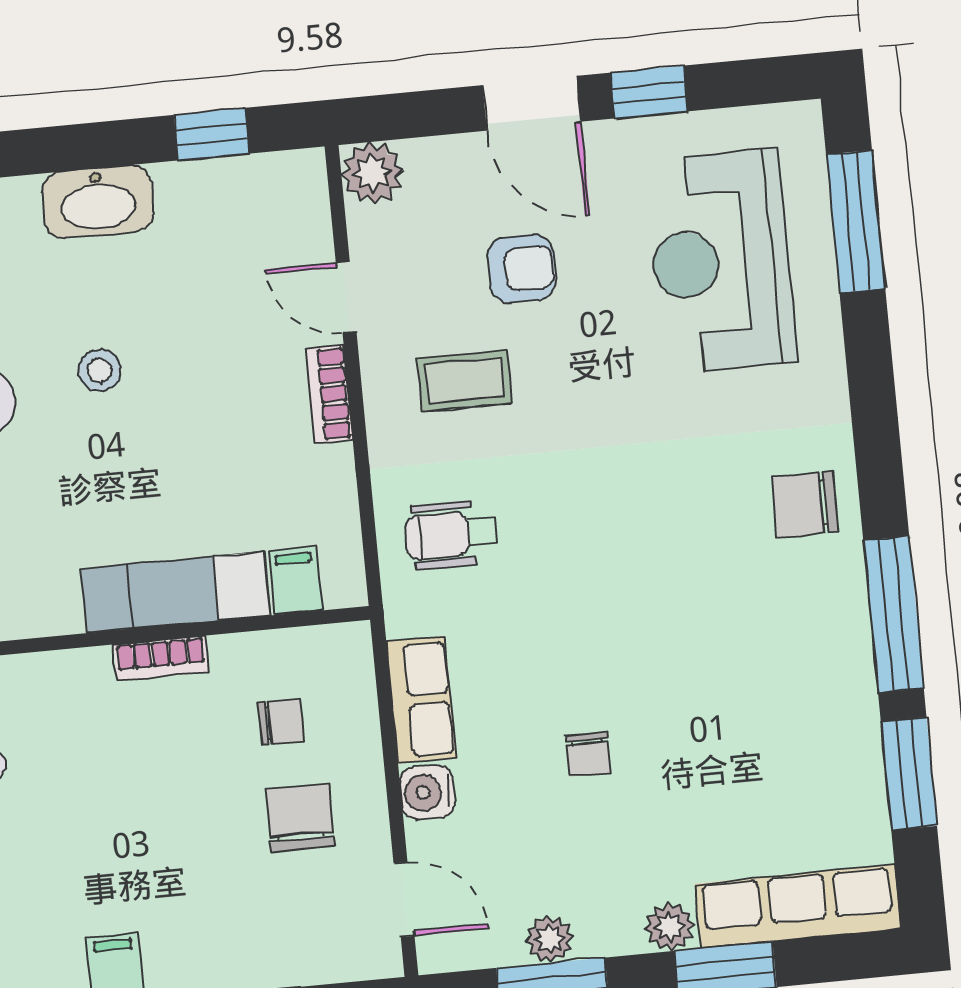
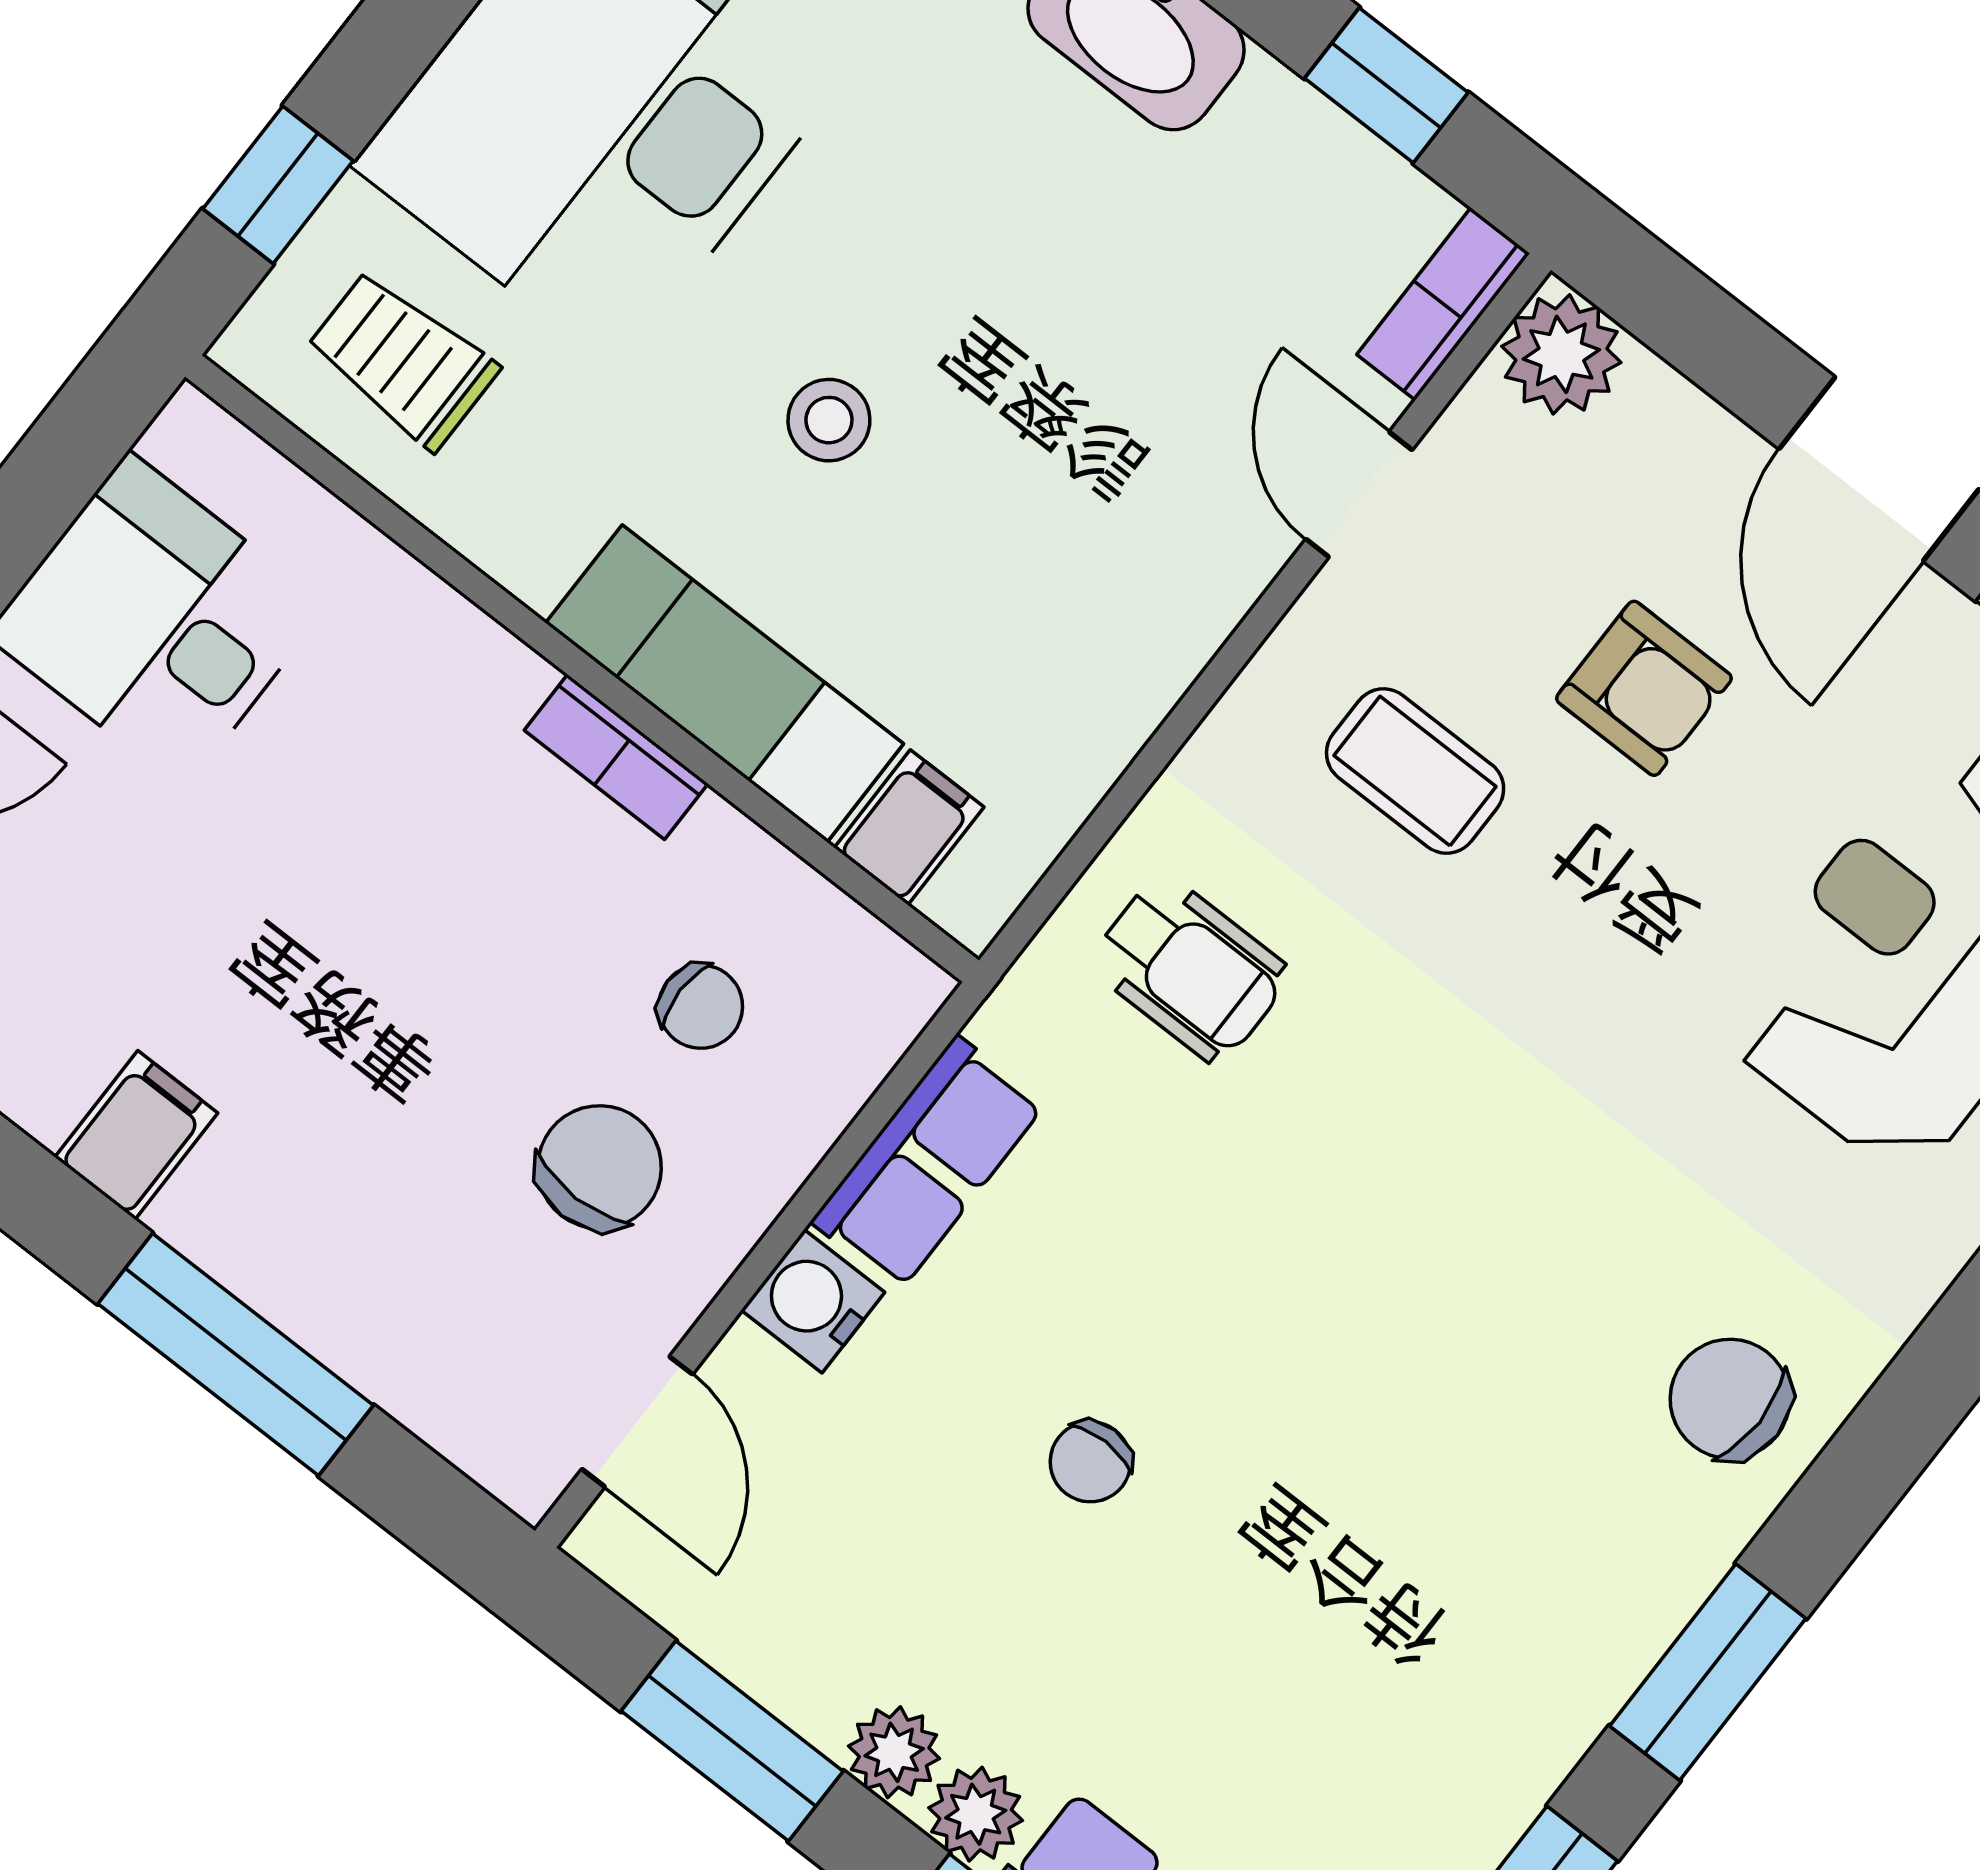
stool: (100, 370) -> (829, 420), moved
bookcase: (329, 394) -> (1443, 304), moved
wheelchair: (451, 534) -> (1190, 969), turned 180
window: (894, 614) -> (1708, 1672), width x0.69
plant: (549, 939) -> (894, 1752), moved

